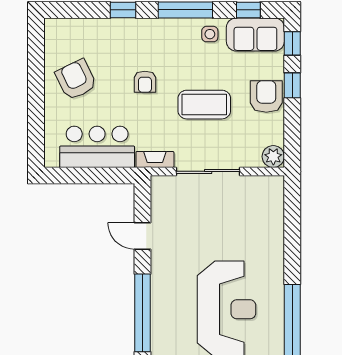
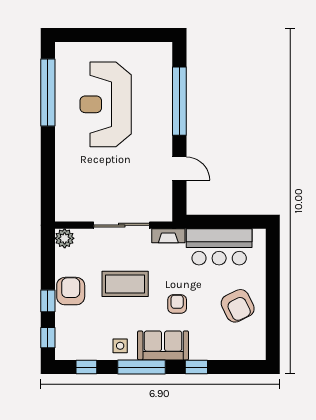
sofa: (255, 34) -> (163, 345), moved
armchair: (266, 96) -> (71, 291), turned 180

